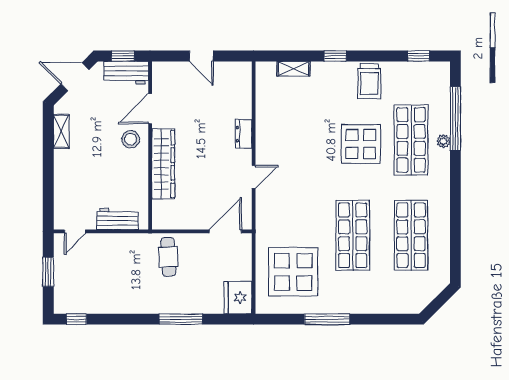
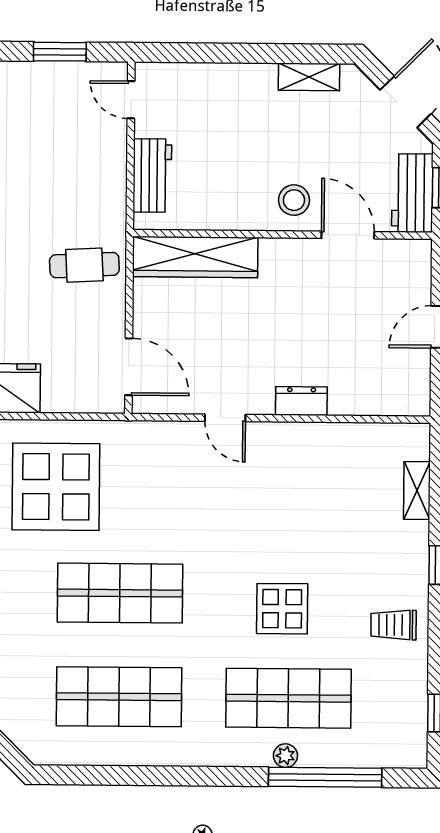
trolley: (369, 81) -> (394, 625), width x0.73, depth x0.72
display table: (361, 144) -> (282, 609), width x0.73, depth x0.73
wardrobe: (163, 164) -> (195, 257), moved

